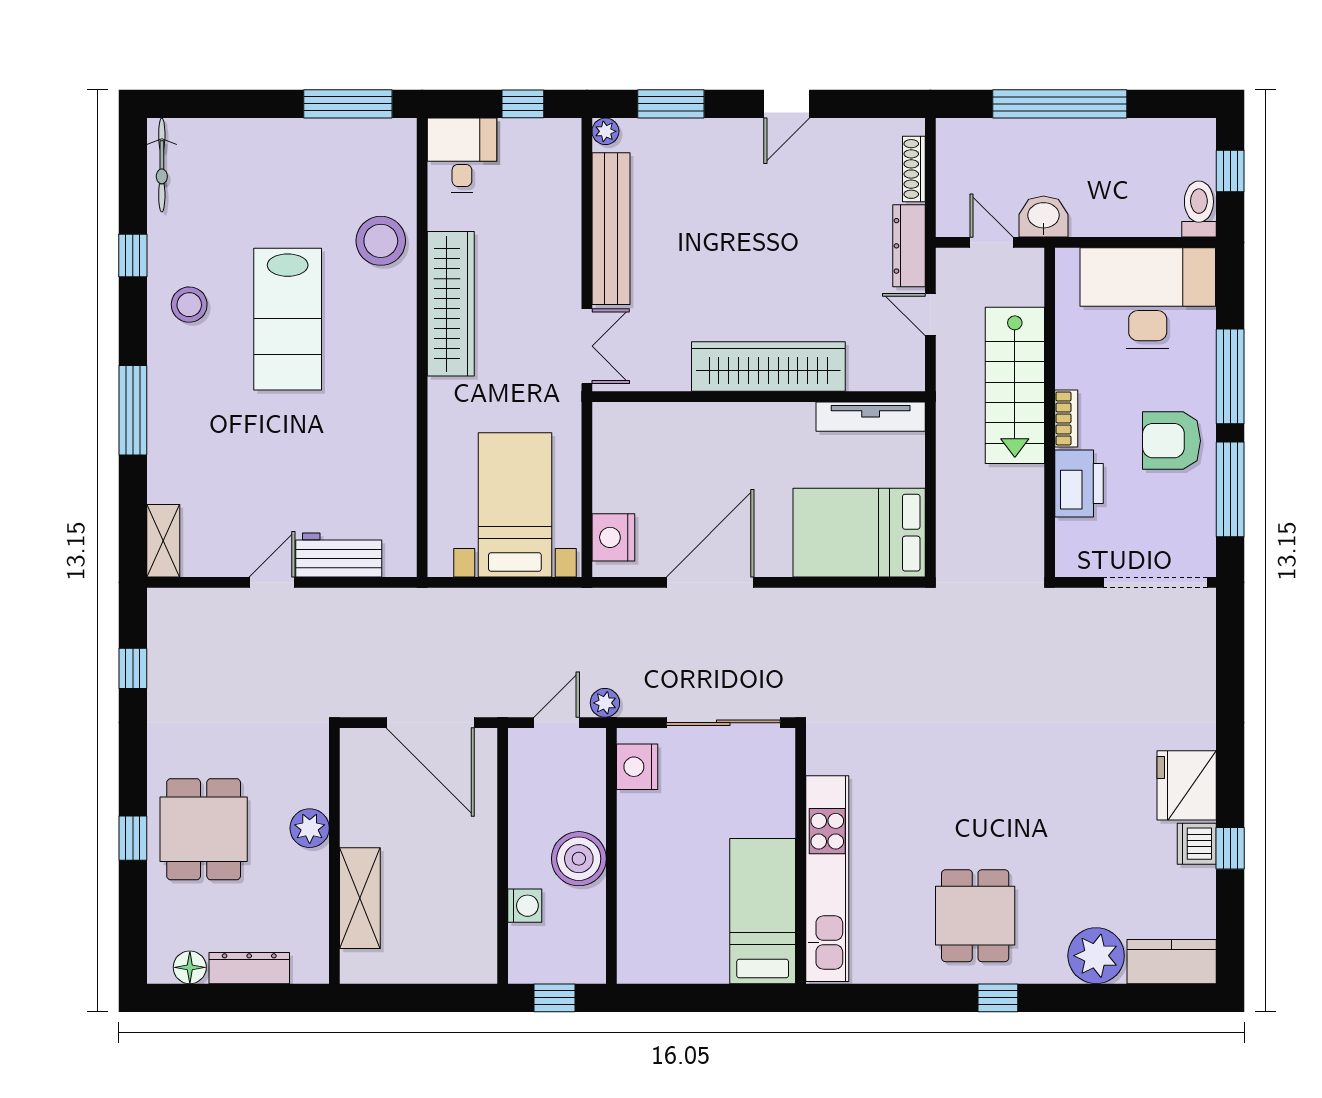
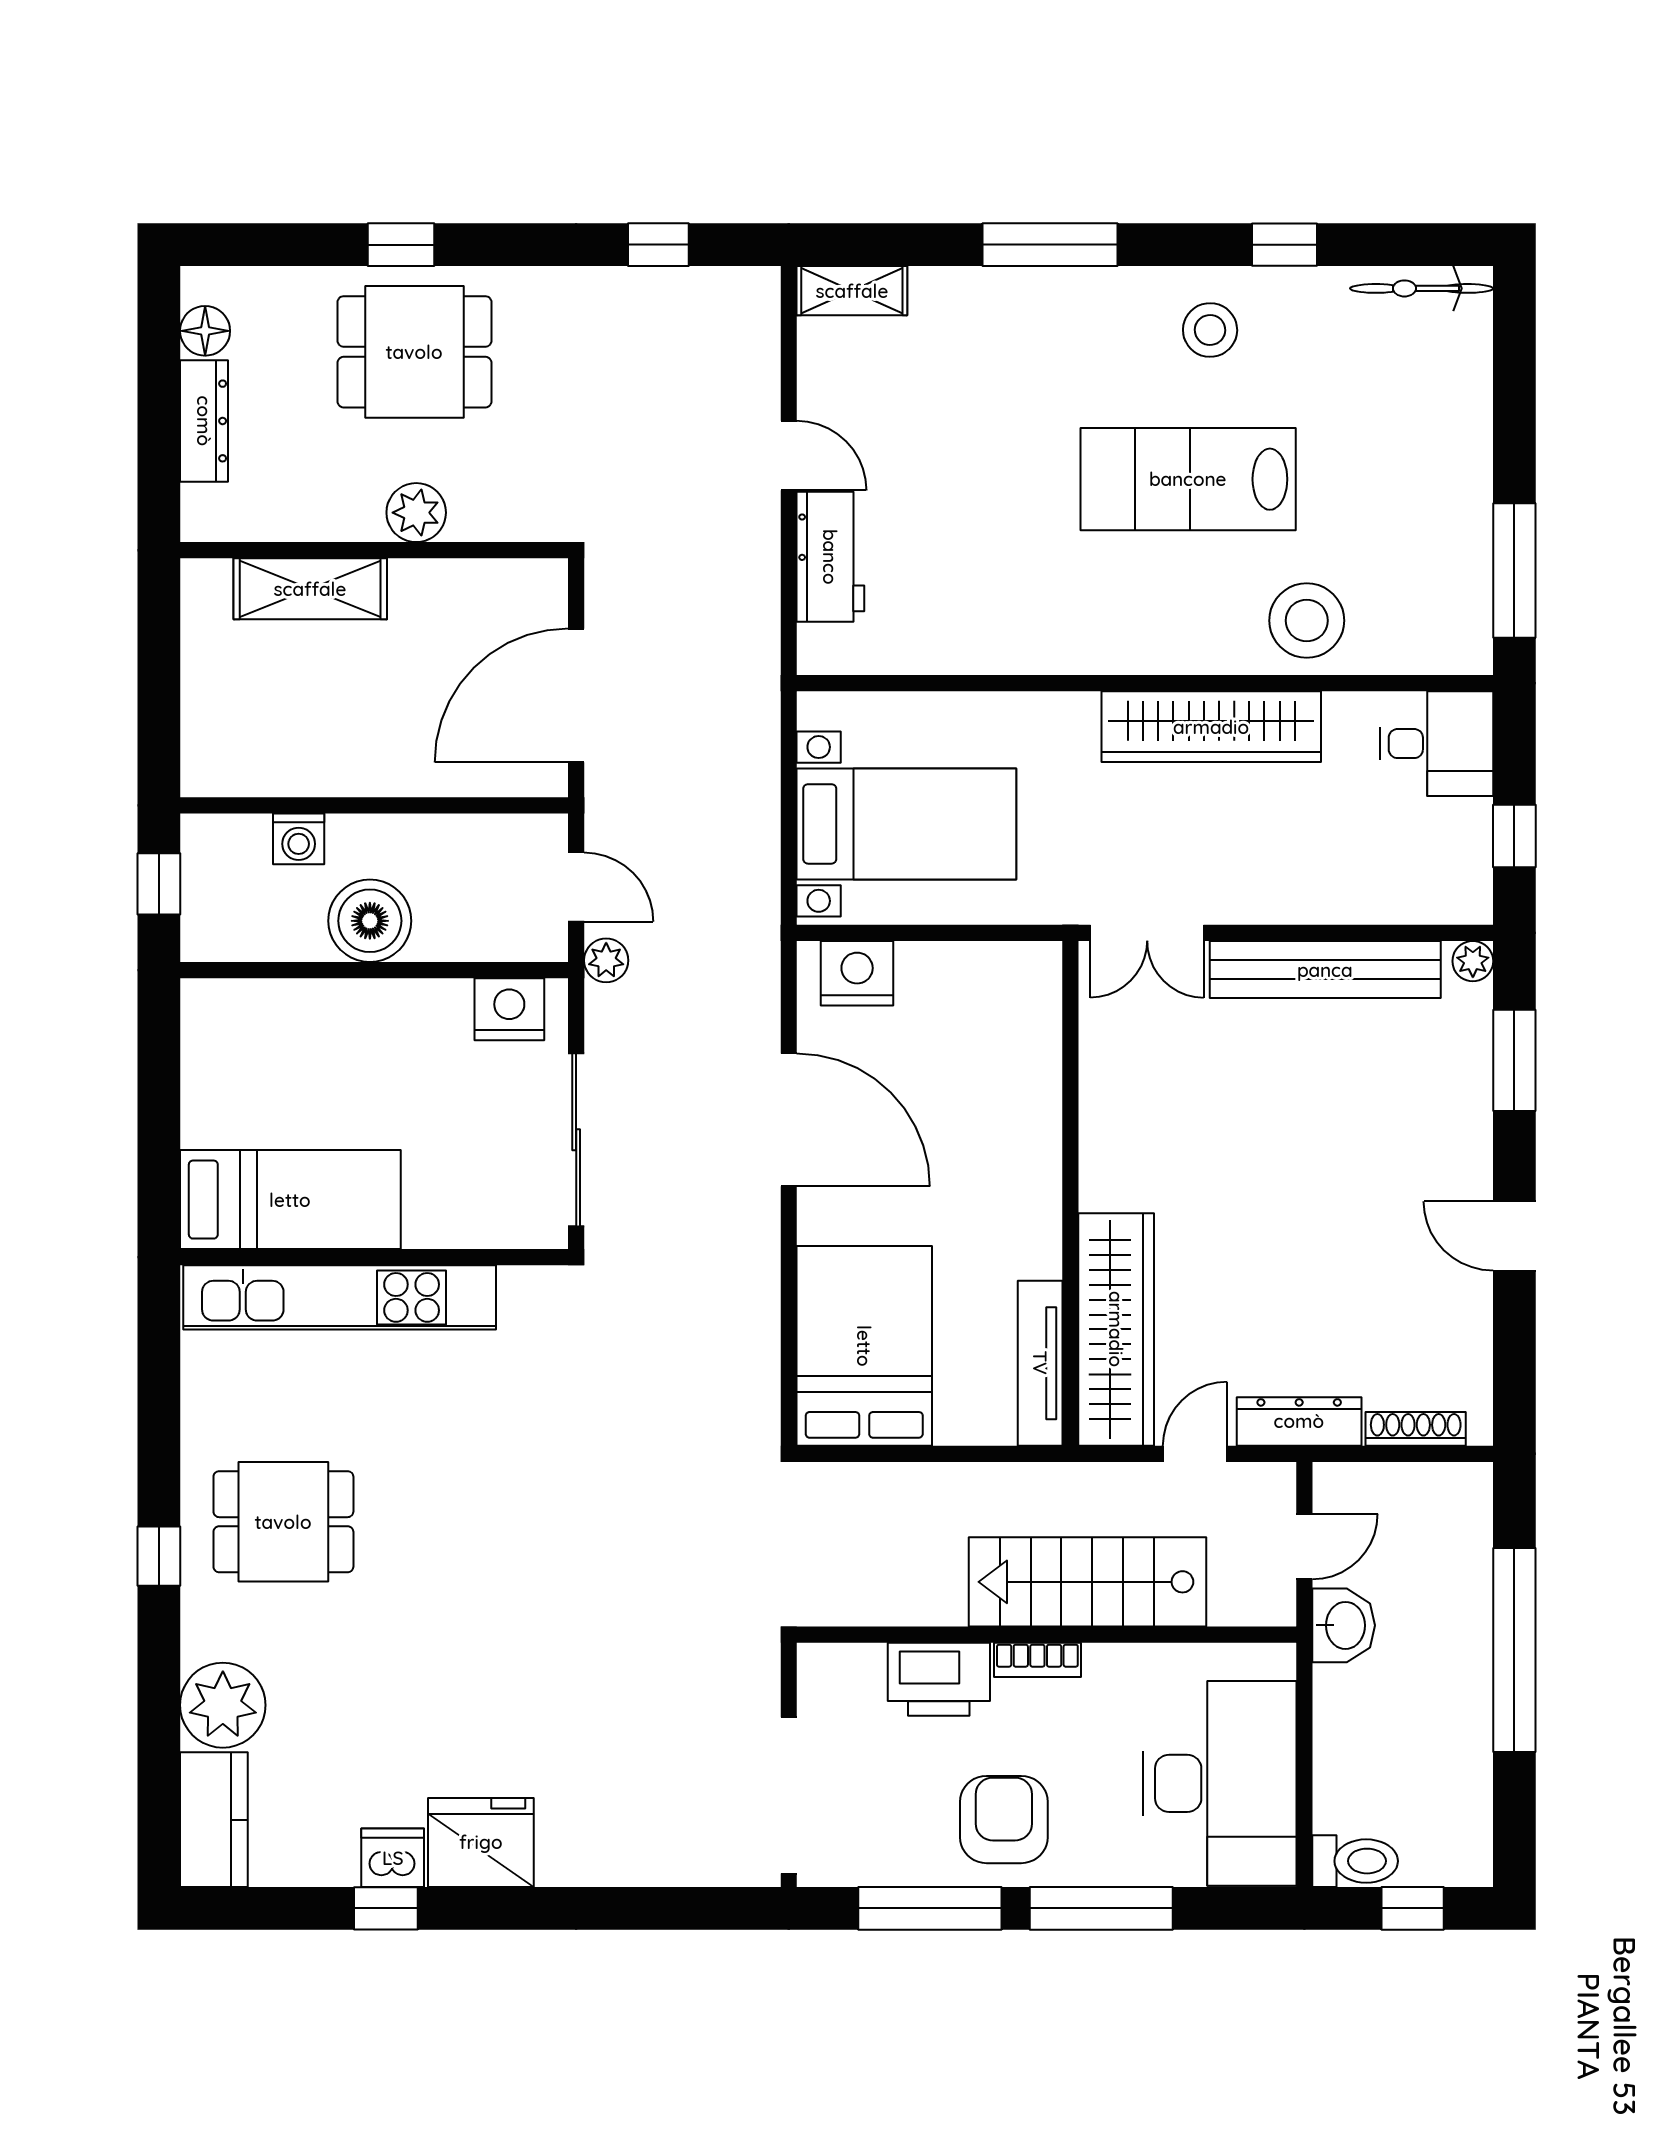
wardrobe: (768, 367) -> (1116, 1329), moved

